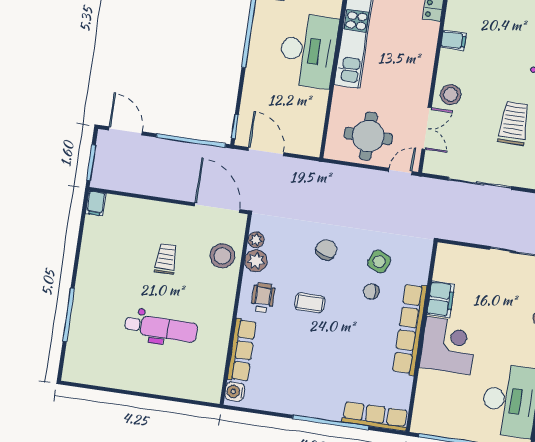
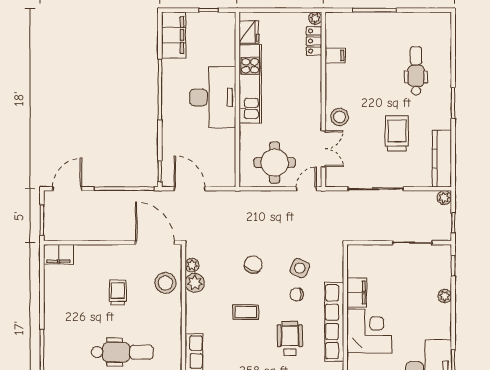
filing cabinet: (453, 40) -> (335, 56), moved
door: (126, 131) -> (67, 189), hinge flipped
filing cabinet: (96, 203) -> (59, 254), width x2.00
wheelchair: (263, 298) -> (290, 339), moved, width x1.36, depth x1.37

